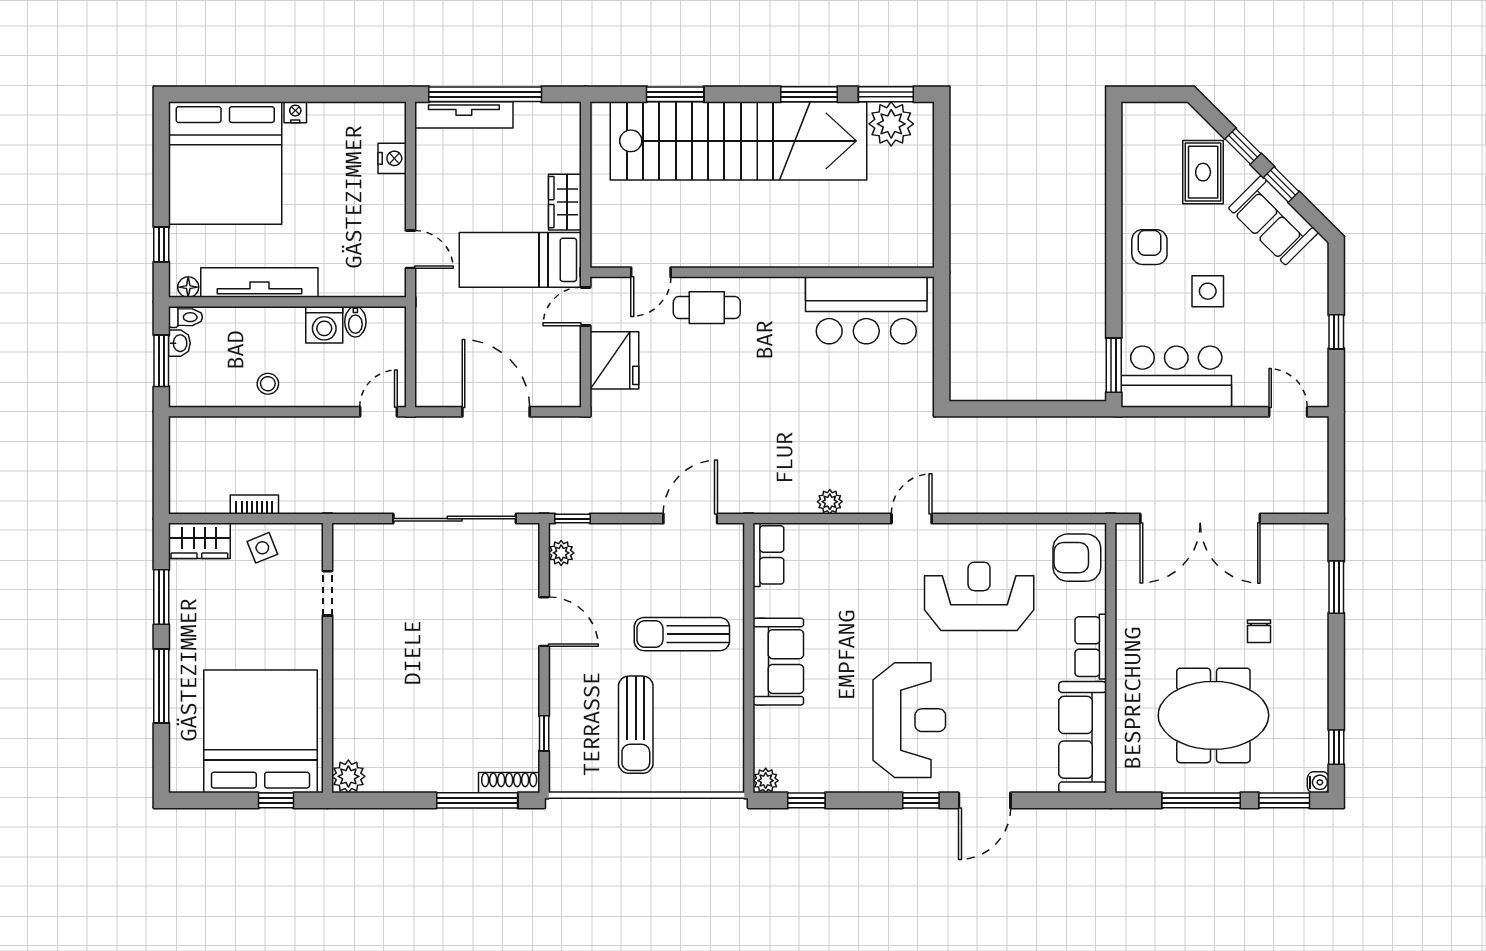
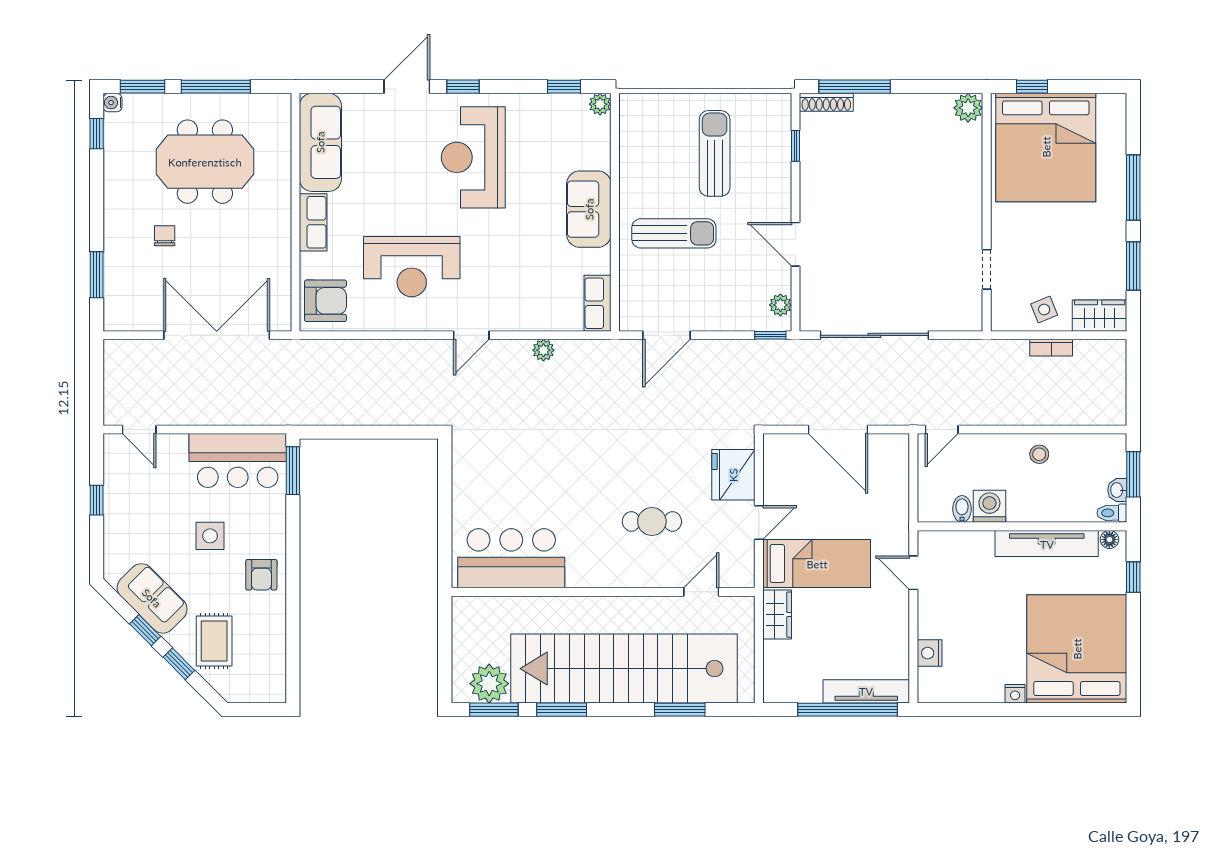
door: (651, 272) -> (701, 592), moved
wall: (762, 272) -> (603, 592), moved
bar counter: (866, 310) -> (511, 558), moved

